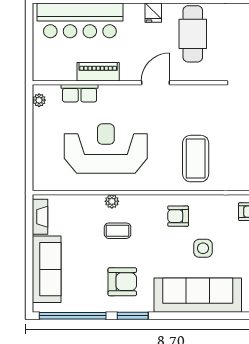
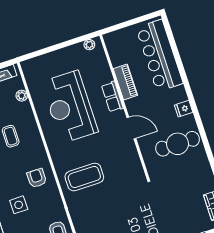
row of seats: (80, 93) -> (112, 97), moved
reception desk: (106, 148) -> (70, 107), turned 180
plant: (112, 201) -> (22, 96), moved

